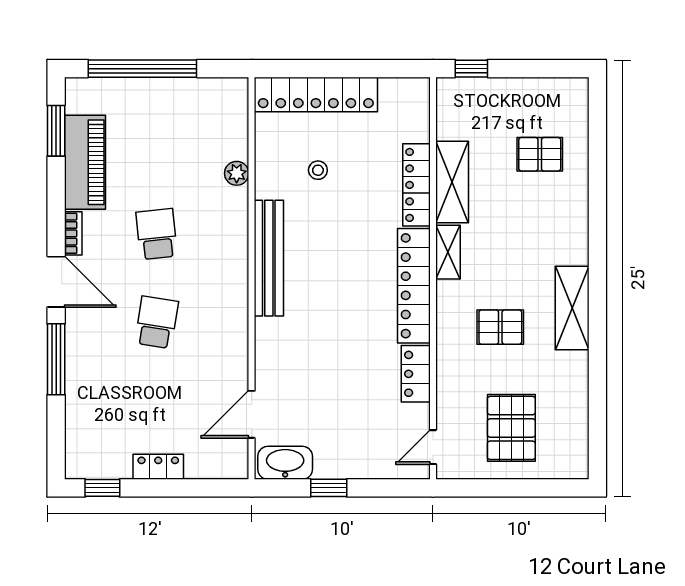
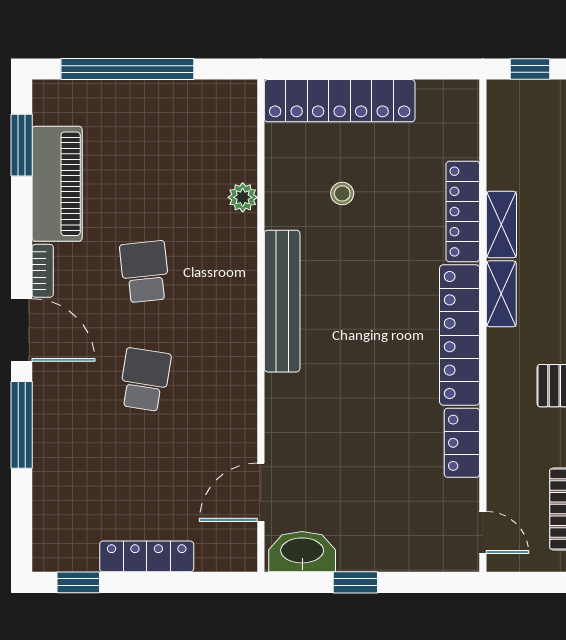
shelving: (452, 182) -> (501, 225), width x0.67, depth x0.75
door: (433, 447) -> (483, 532), swing flipped
locker: (158, 467) -> (147, 556), width x1.53

